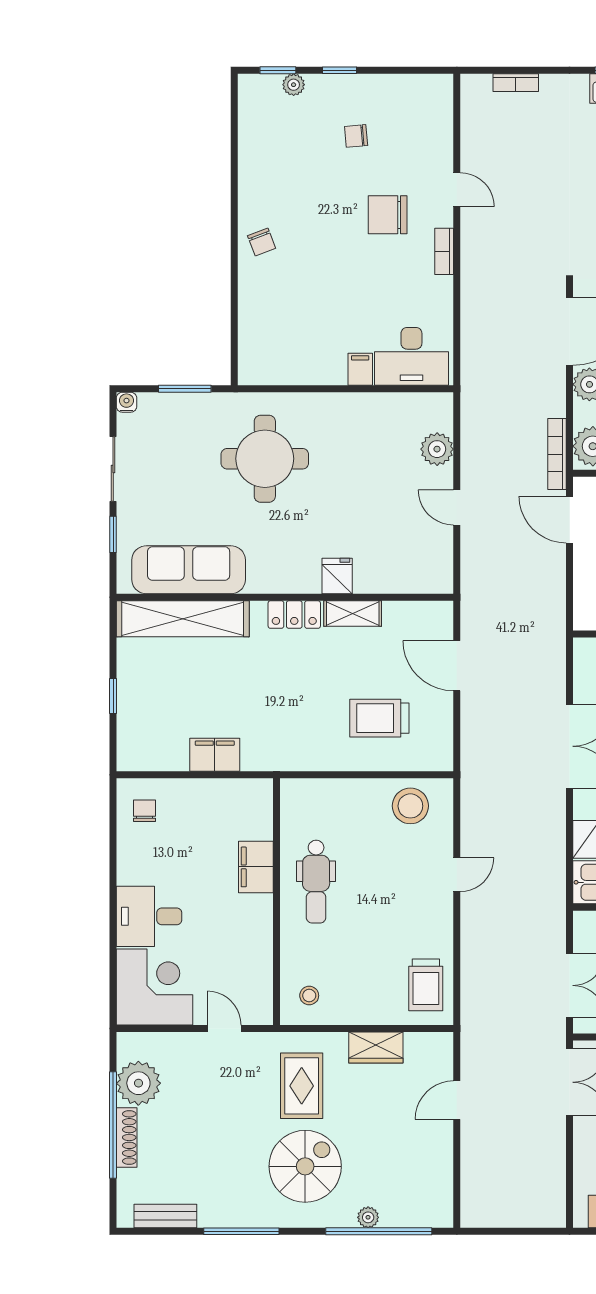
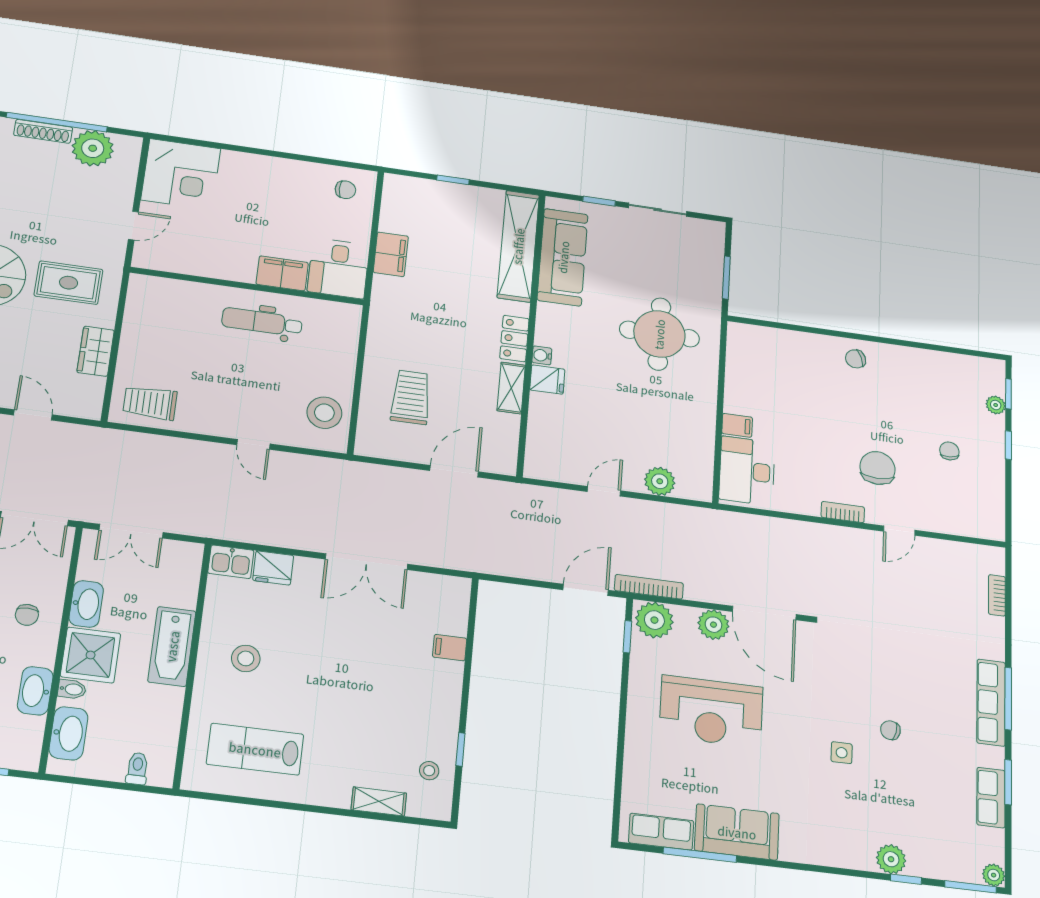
water cooler: (126, 402) -> (542, 355), moved, turned 180
desk: (149, 916) -> (338, 268), moved, turned 180
stool: (309, 996) -> (154, 301), removed

